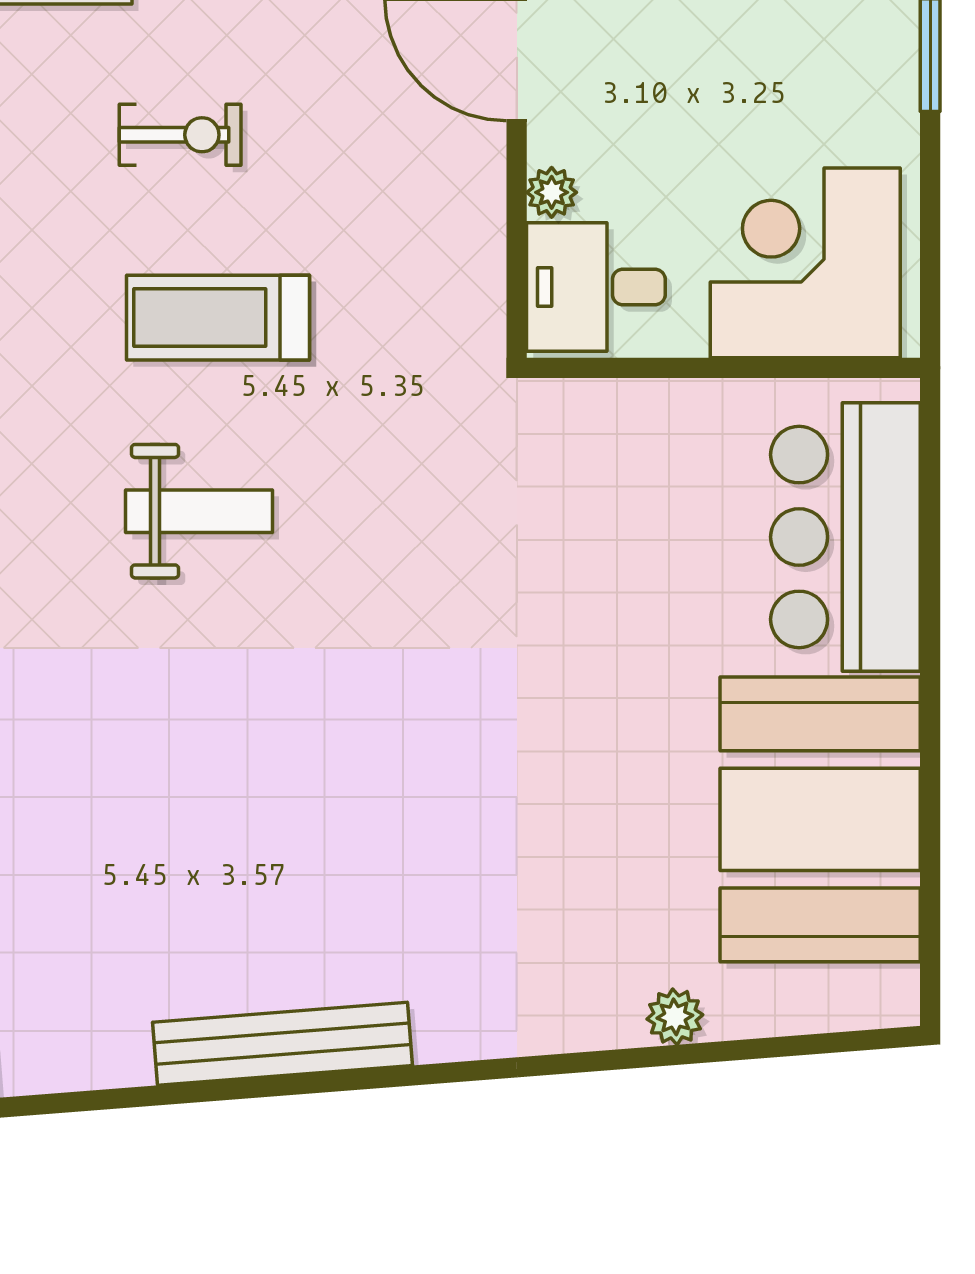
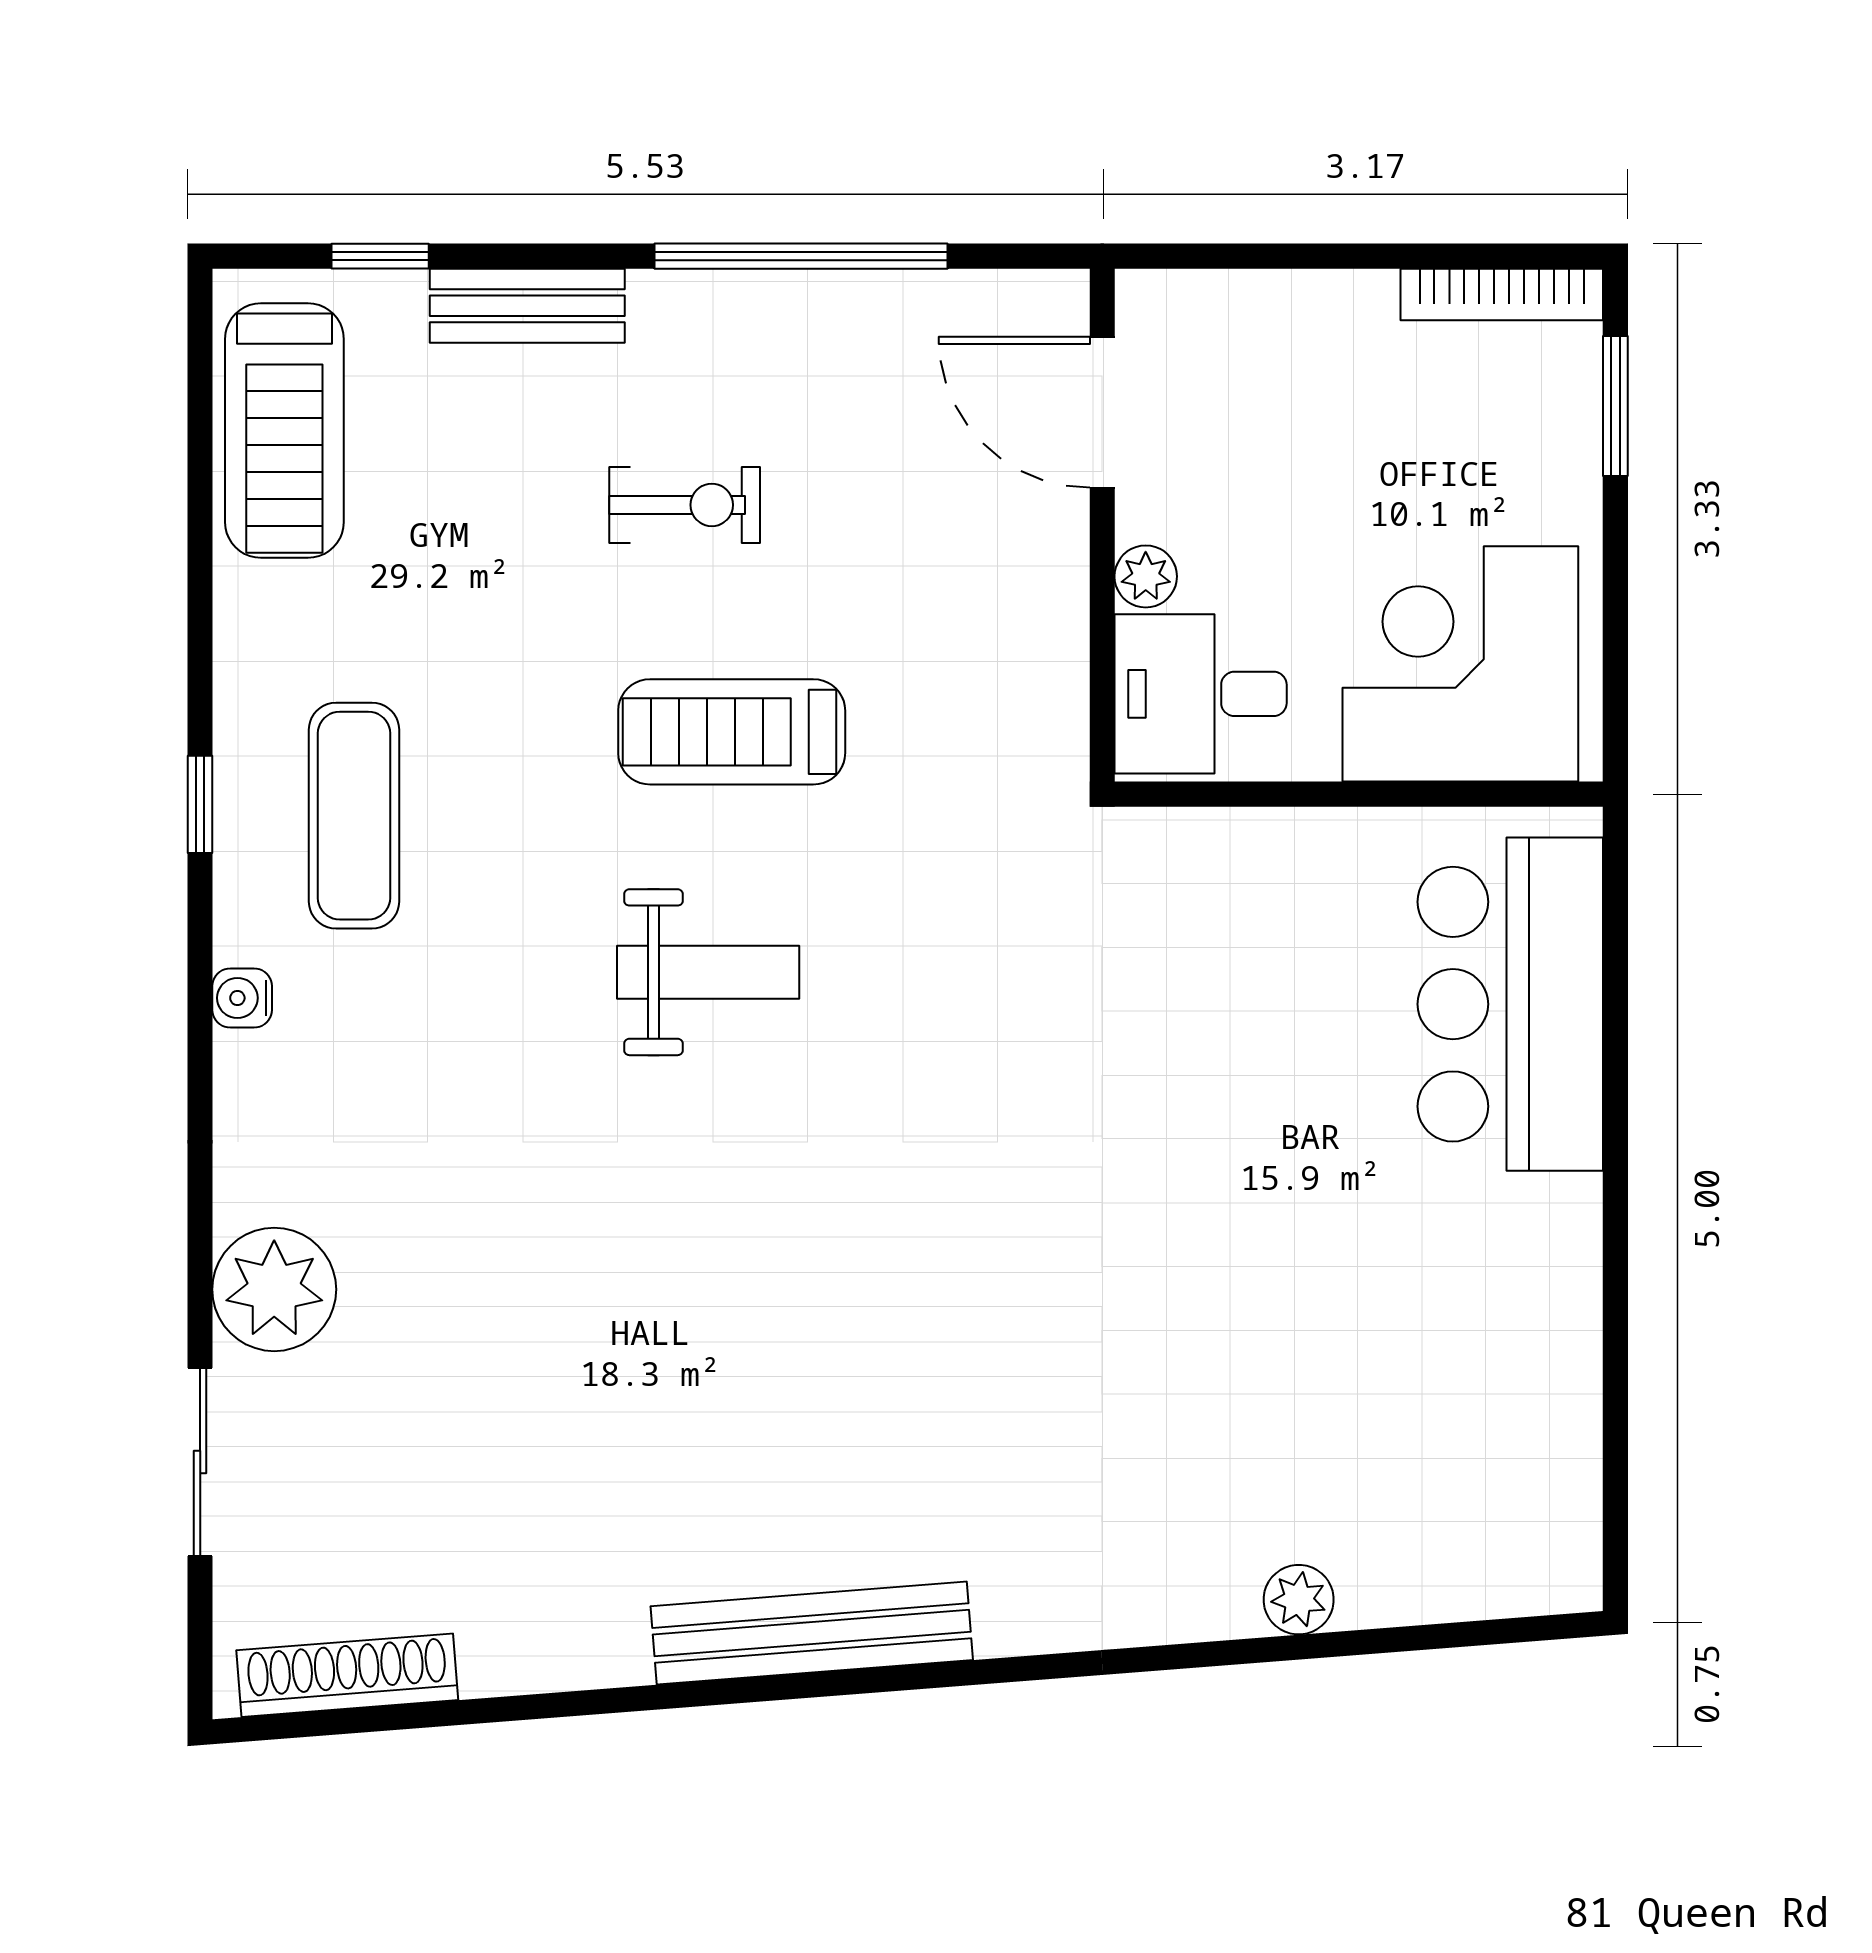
booth: (820, 819) -> (1479, 1355), removed

